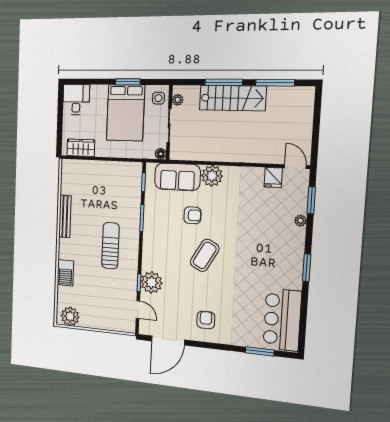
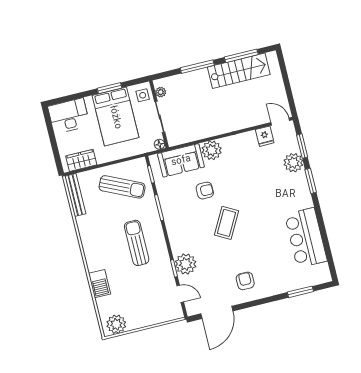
stairs: (233, 98) -> (239, 71), moved
desk: (76, 100) -> (69, 116), width x1.37
sun lounger: (112, 186) -> (122, 187), added
bench: (65, 216) -> (75, 195), moved
plant: (301, 221) -> (293, 163), width x1.87, depth x1.87
window: (307, 268) -> (311, 181), moved
bar counter: (282, 320) -> (306, 238), moved

